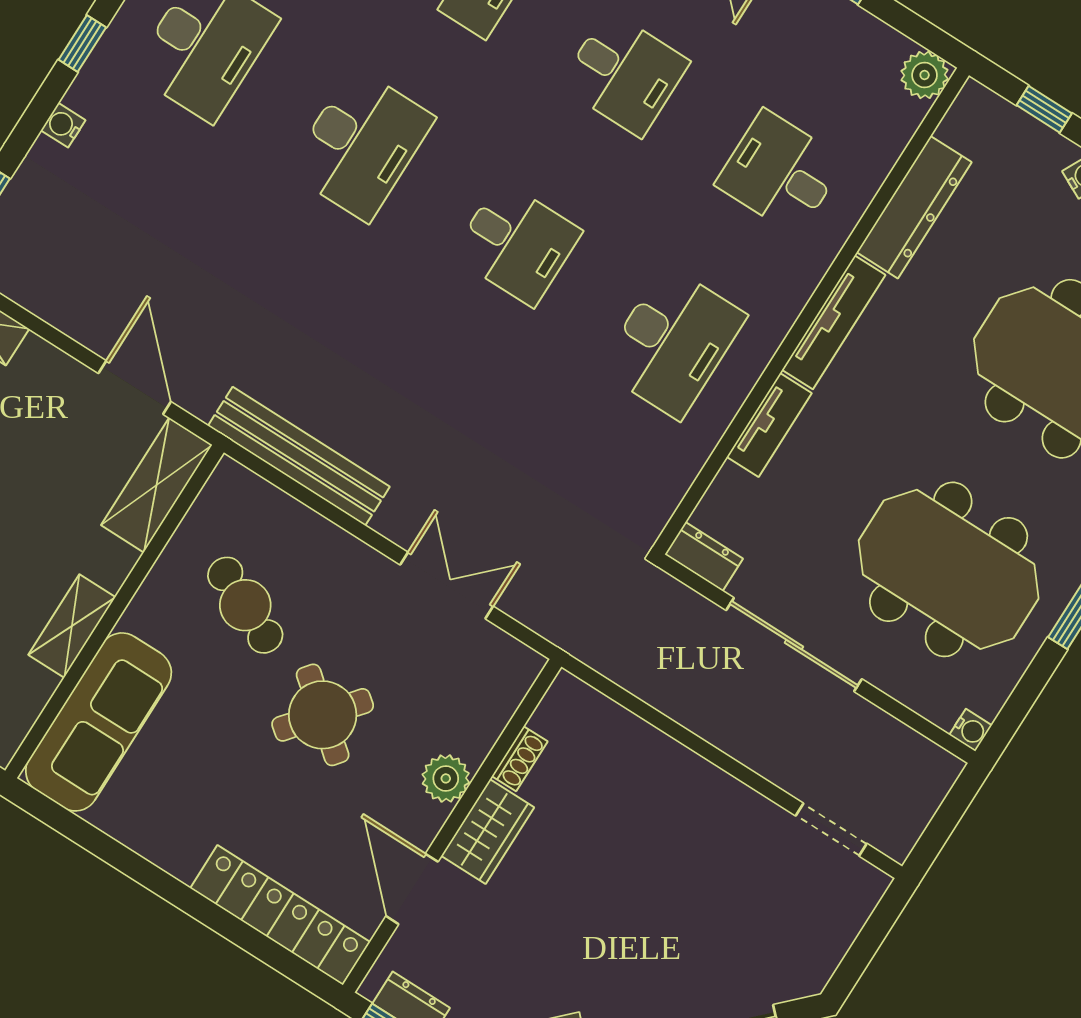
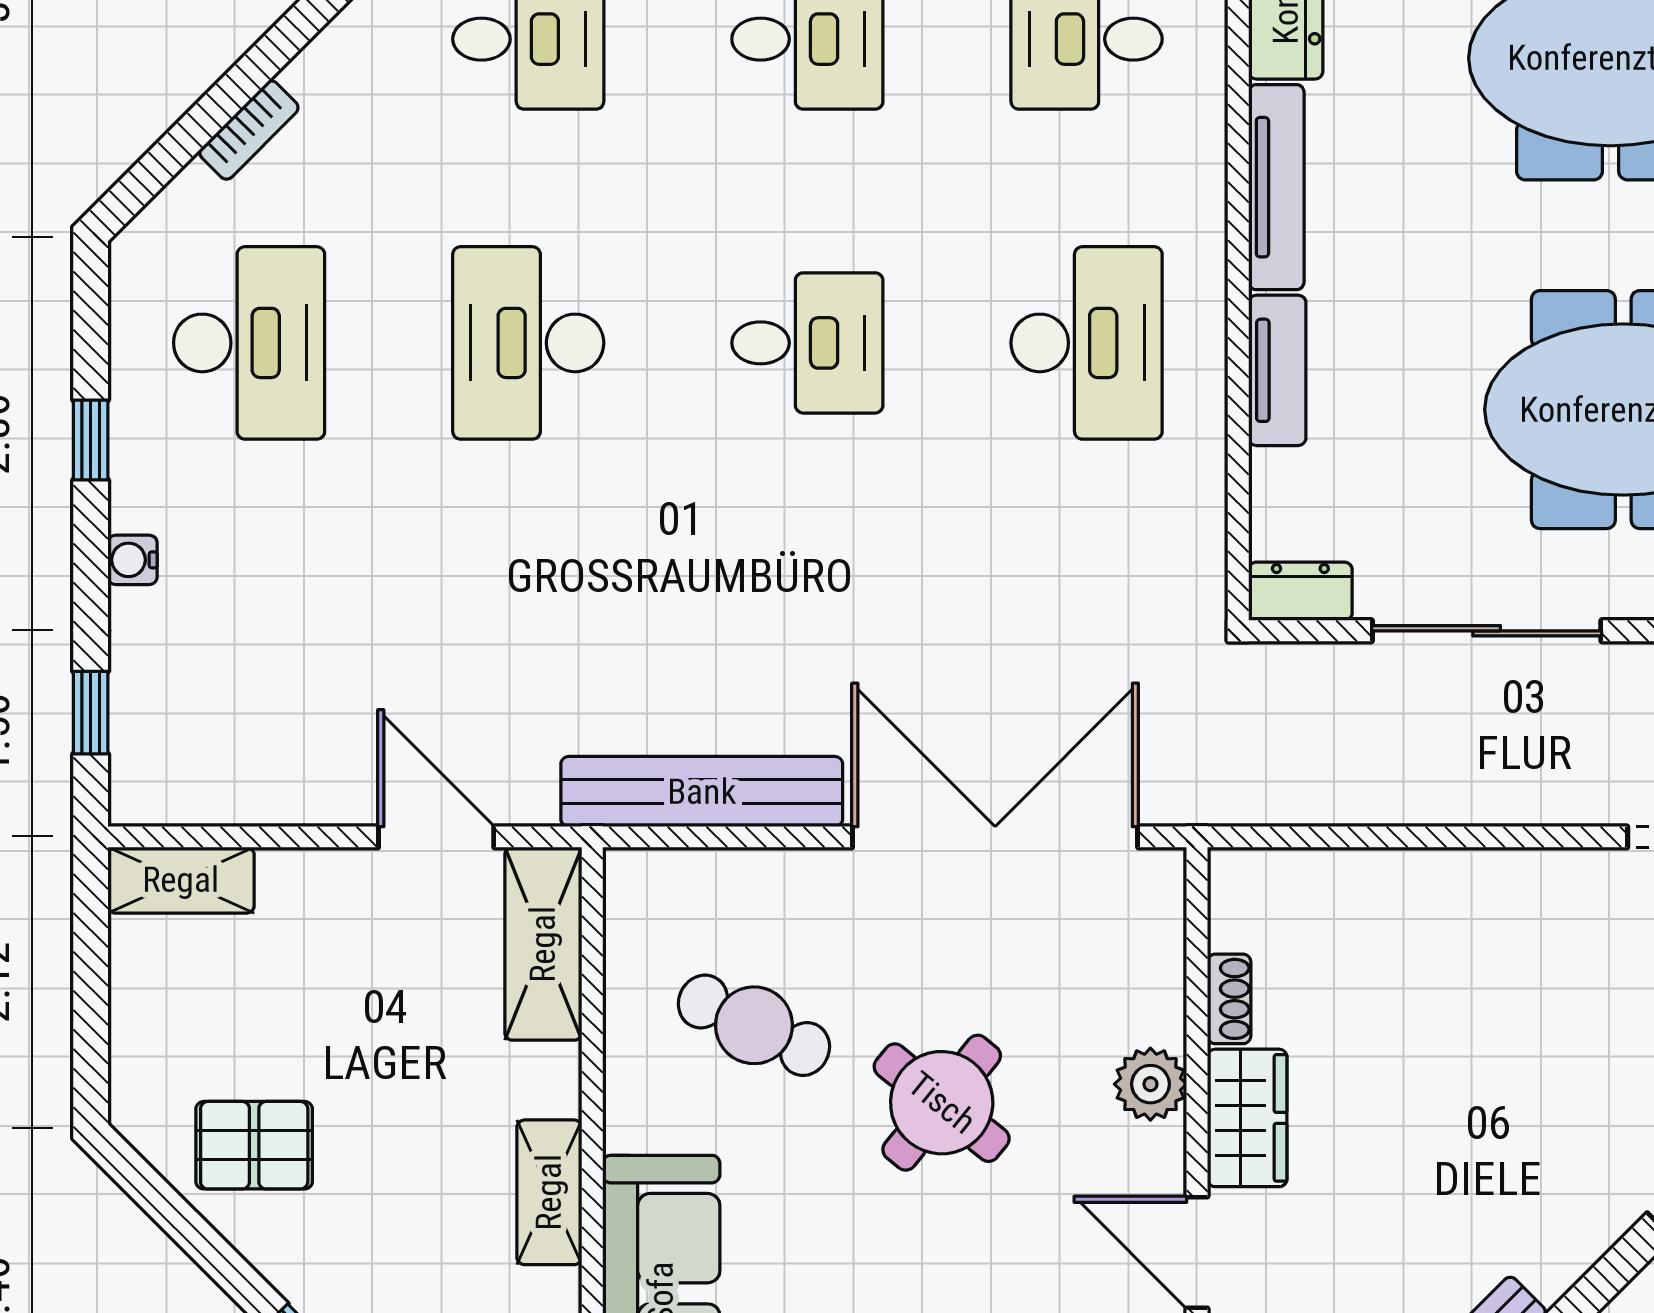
desk: (361, 144) -> (528, 343), turned 180
double door: (447, 585) -> (995, 837), width x1.87

